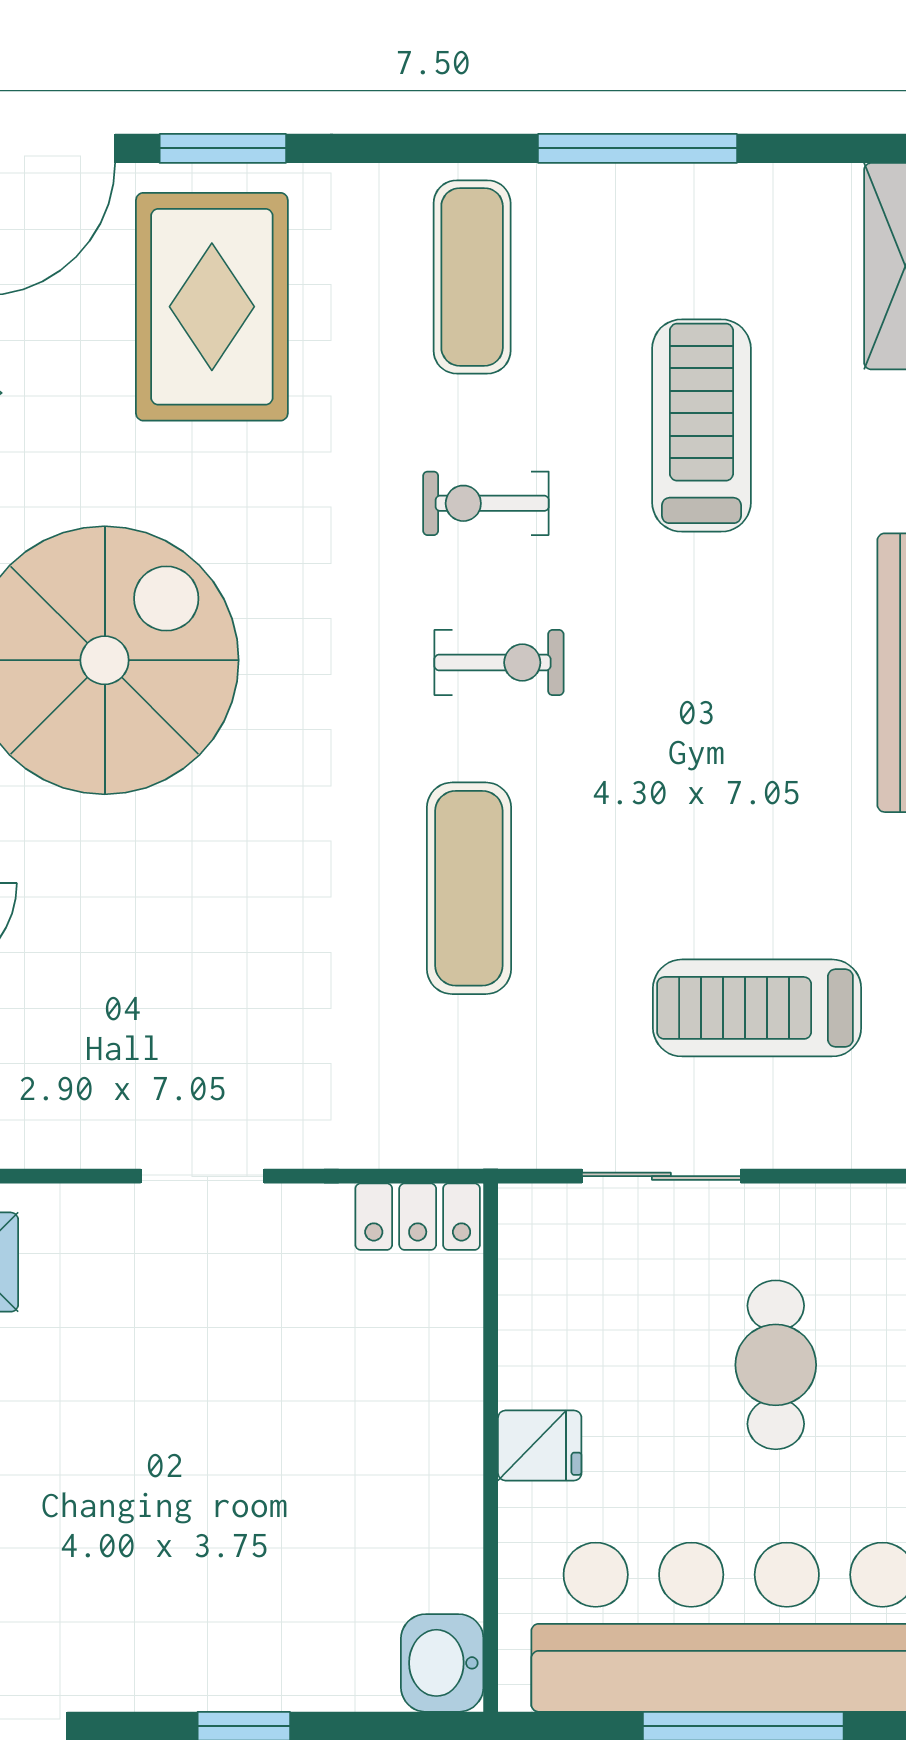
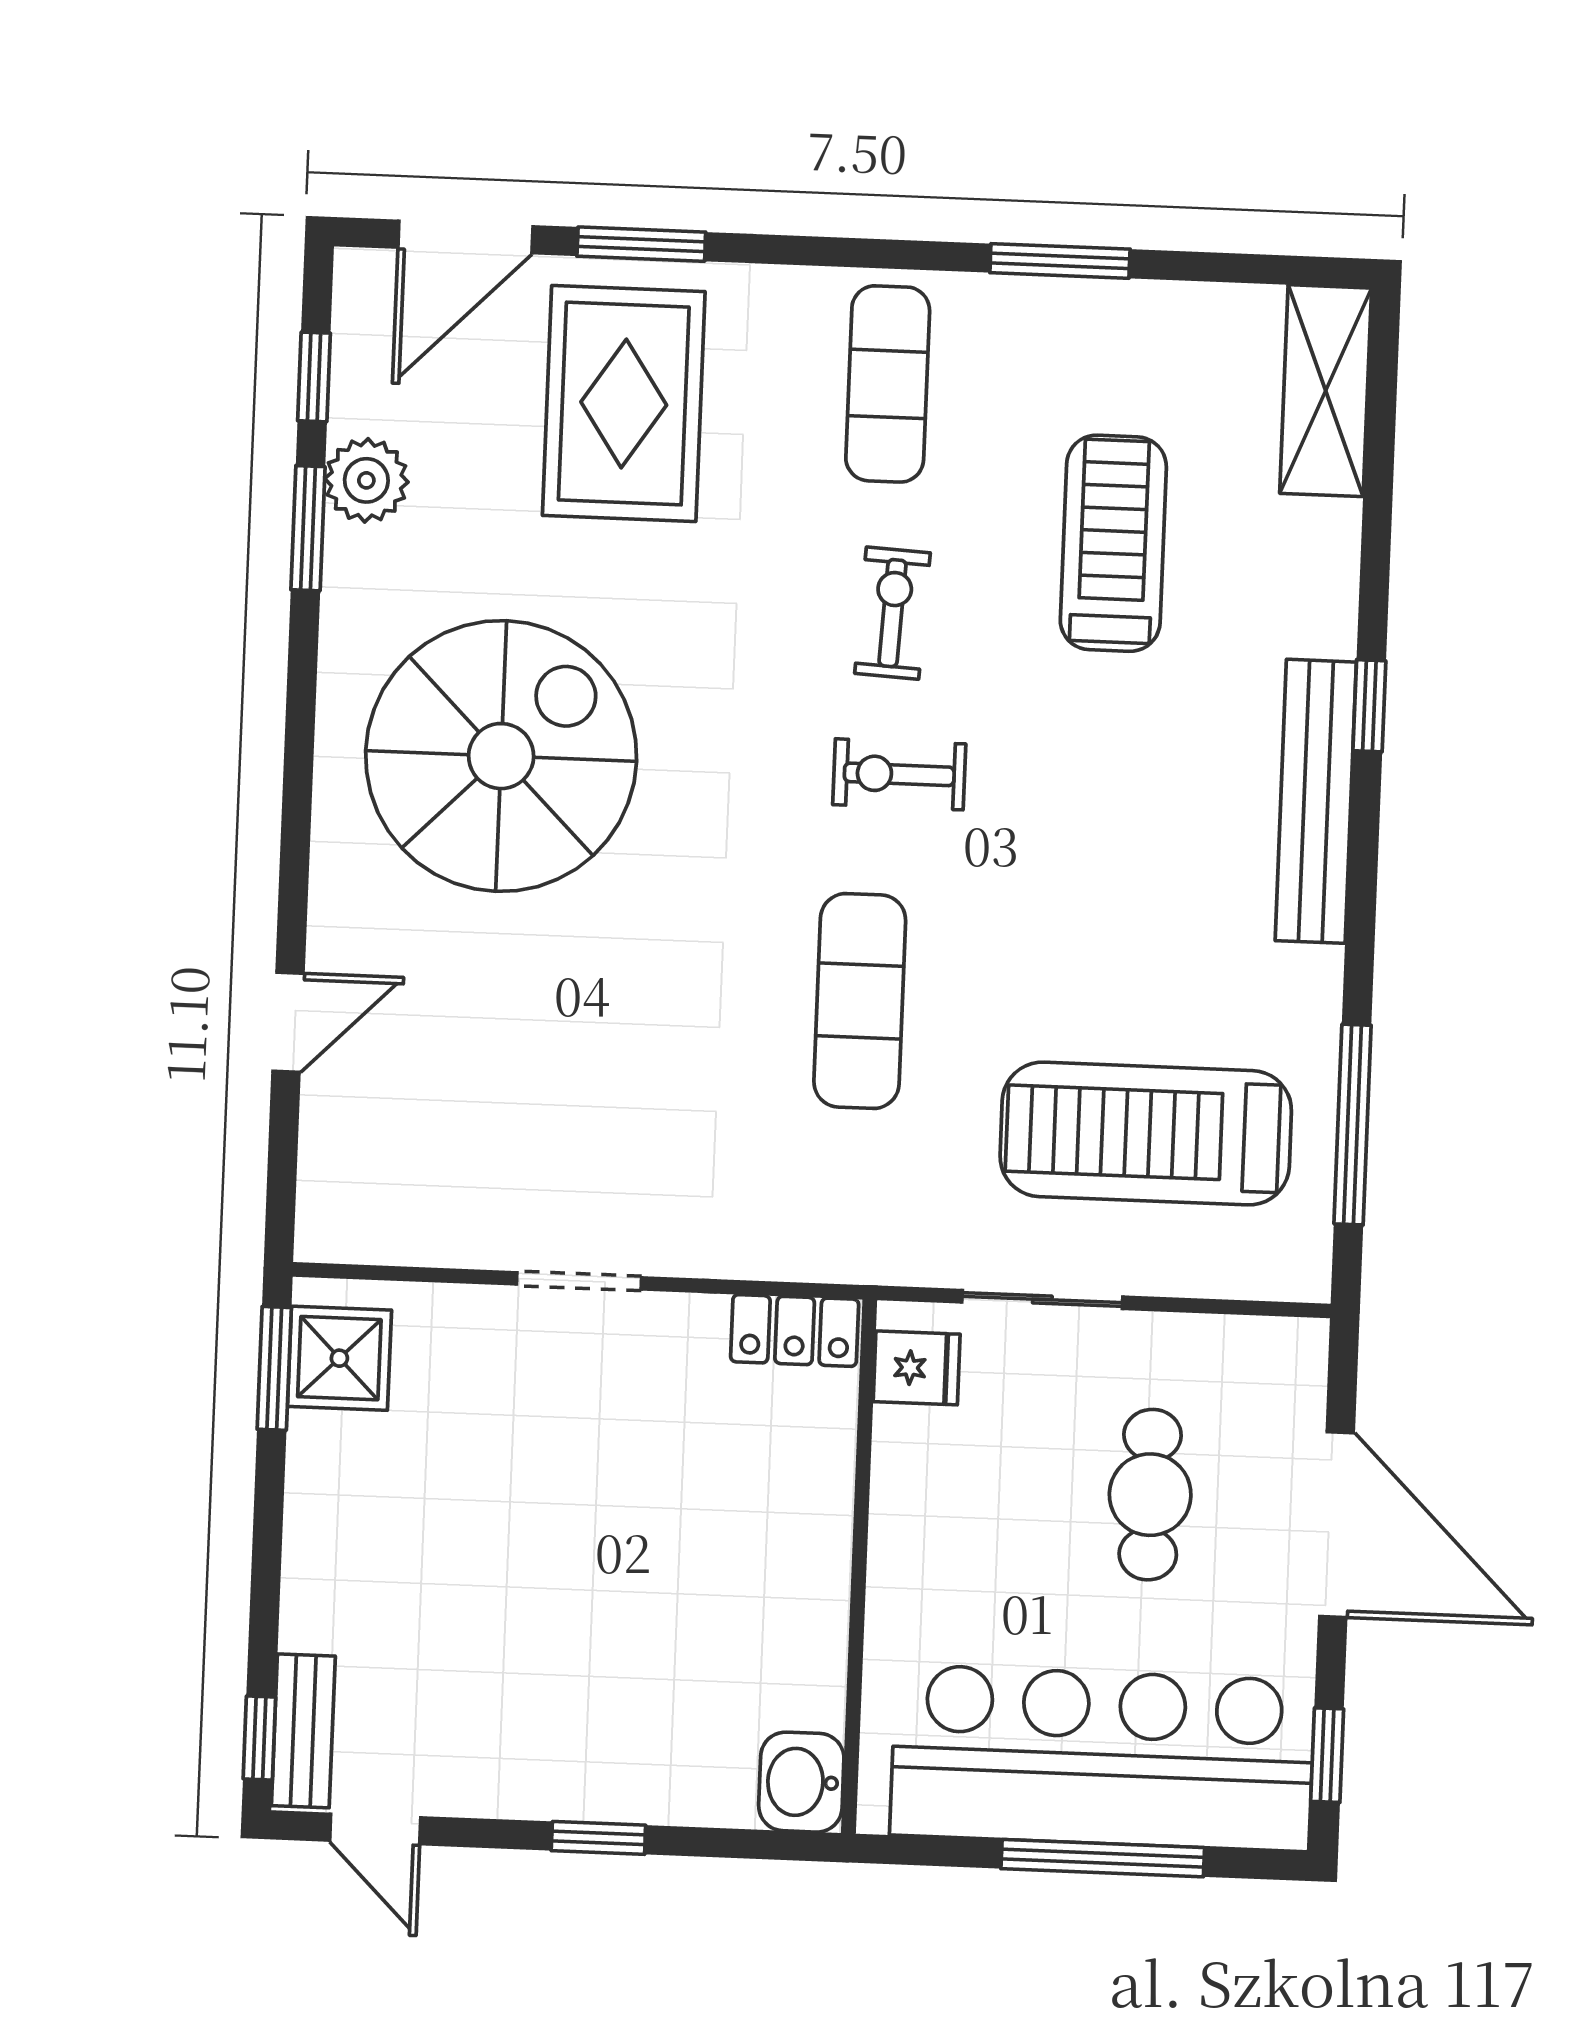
window: (638, 148) -> (1060, 261), width x0.69
exercise bike: (486, 503) -> (892, 613), turned 93
exercise bike: (499, 663) -> (899, 774), turned 180
treadmill: (757, 1008) -> (1146, 1134), width x1.37, depth x1.38
fridge: (540, 1446) -> (917, 1368), moved

